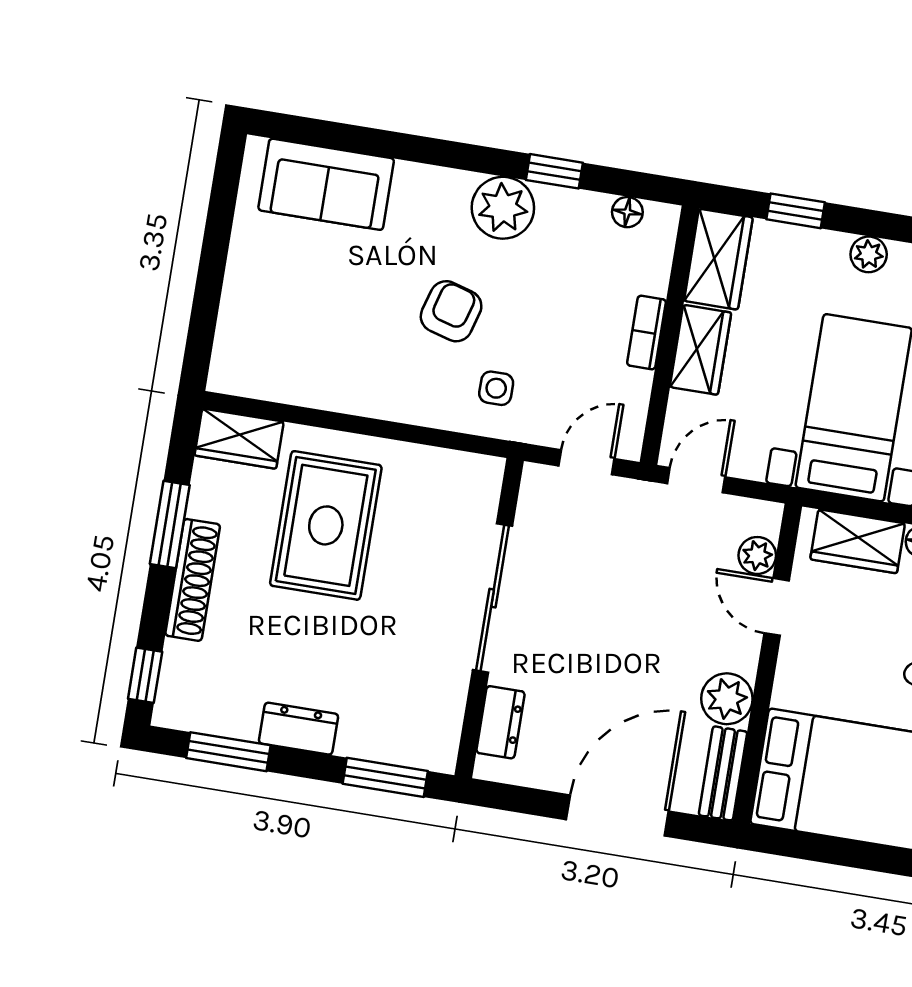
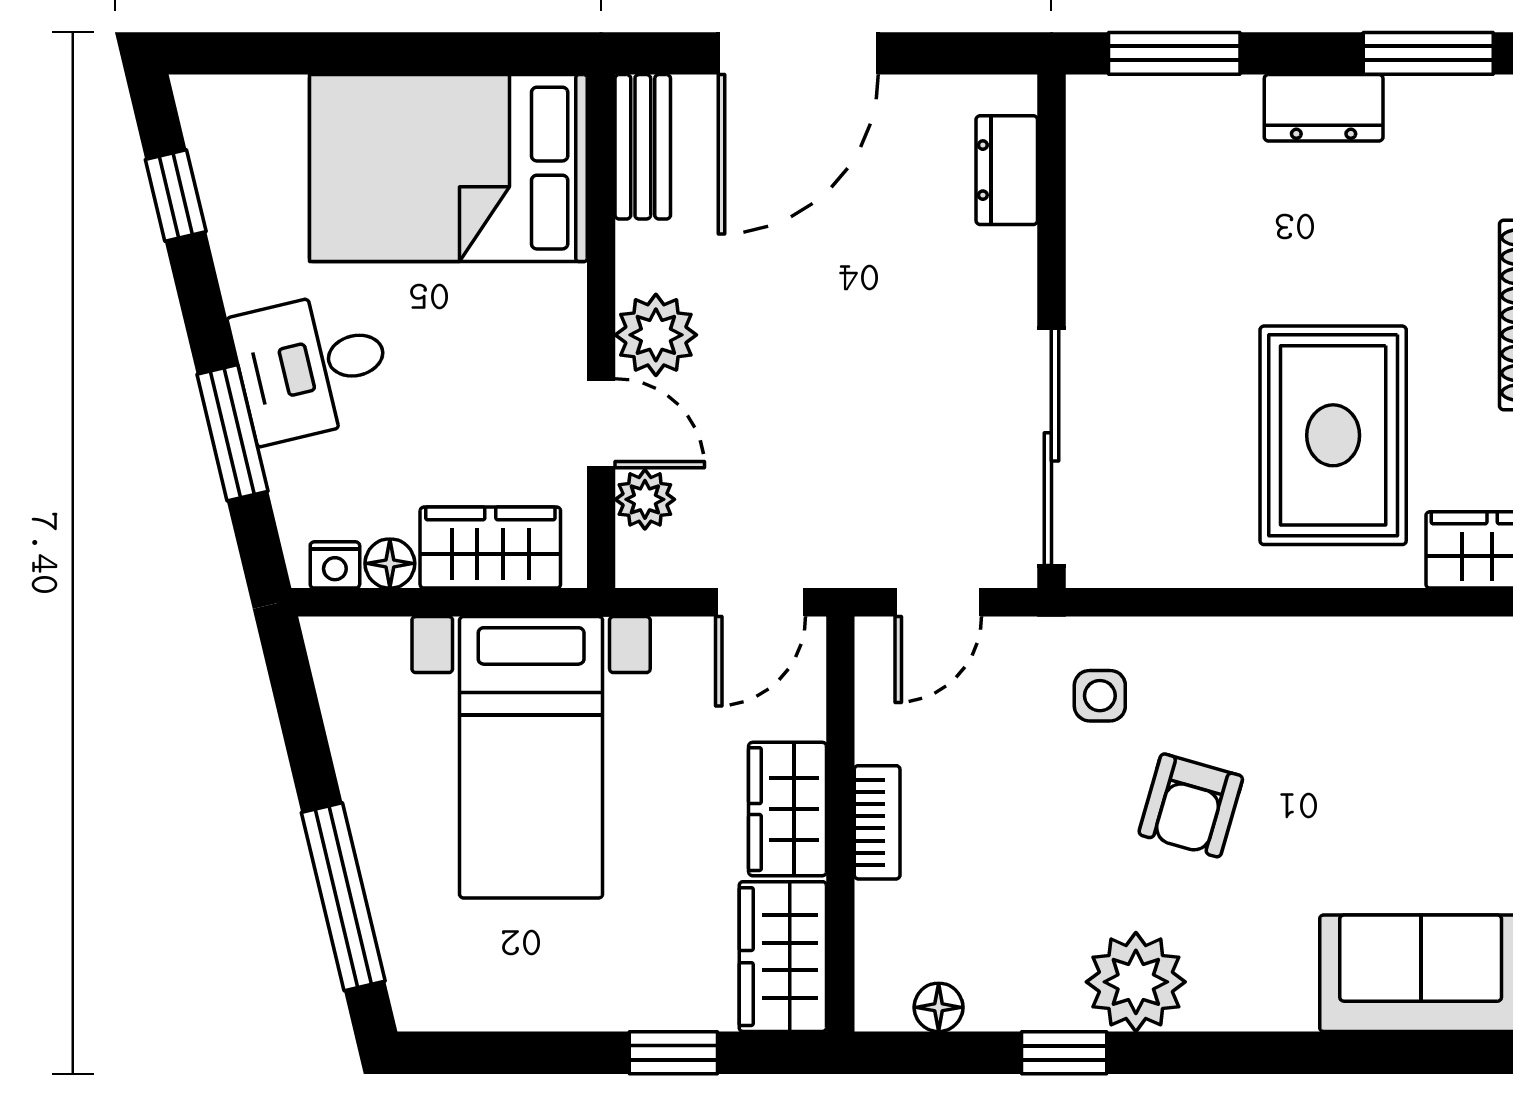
plant: (869, 254) -> (547, 1003), removed
sliding door: (492, 598) -> (1051, 447), moved
plant: (727, 699) -> (656, 335), moved

